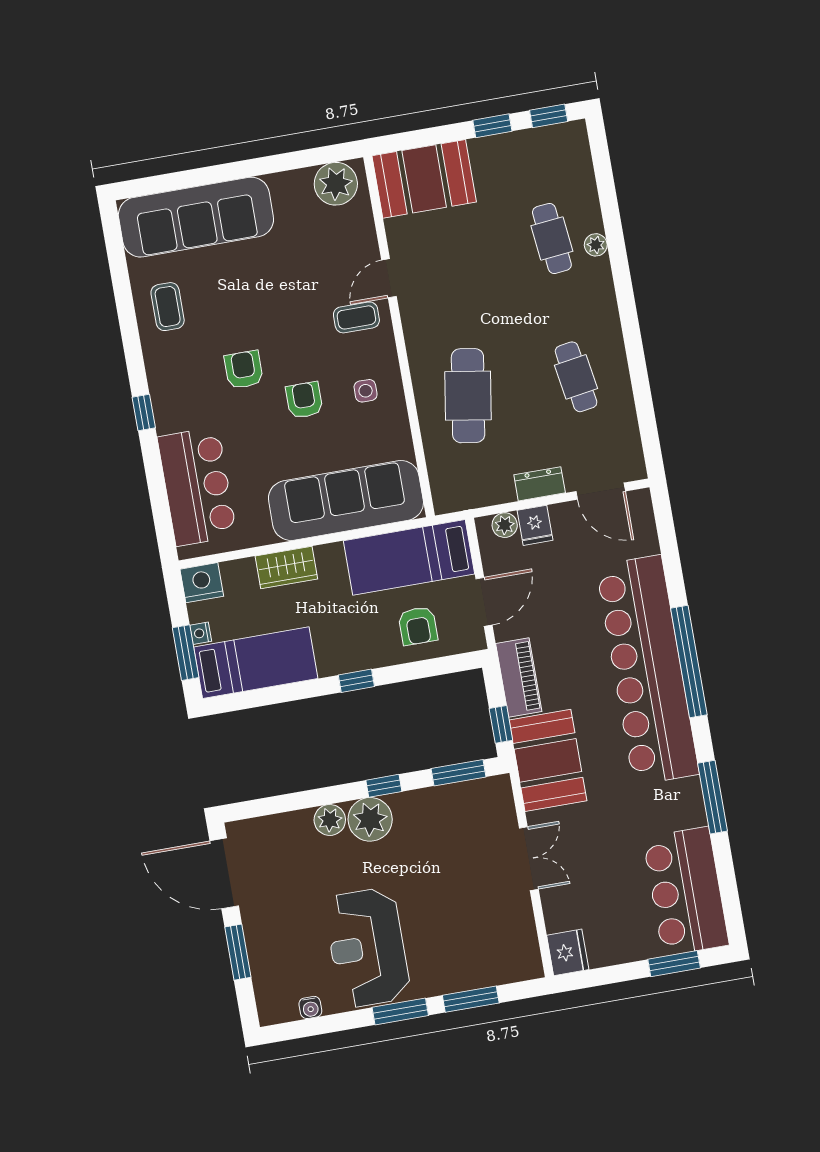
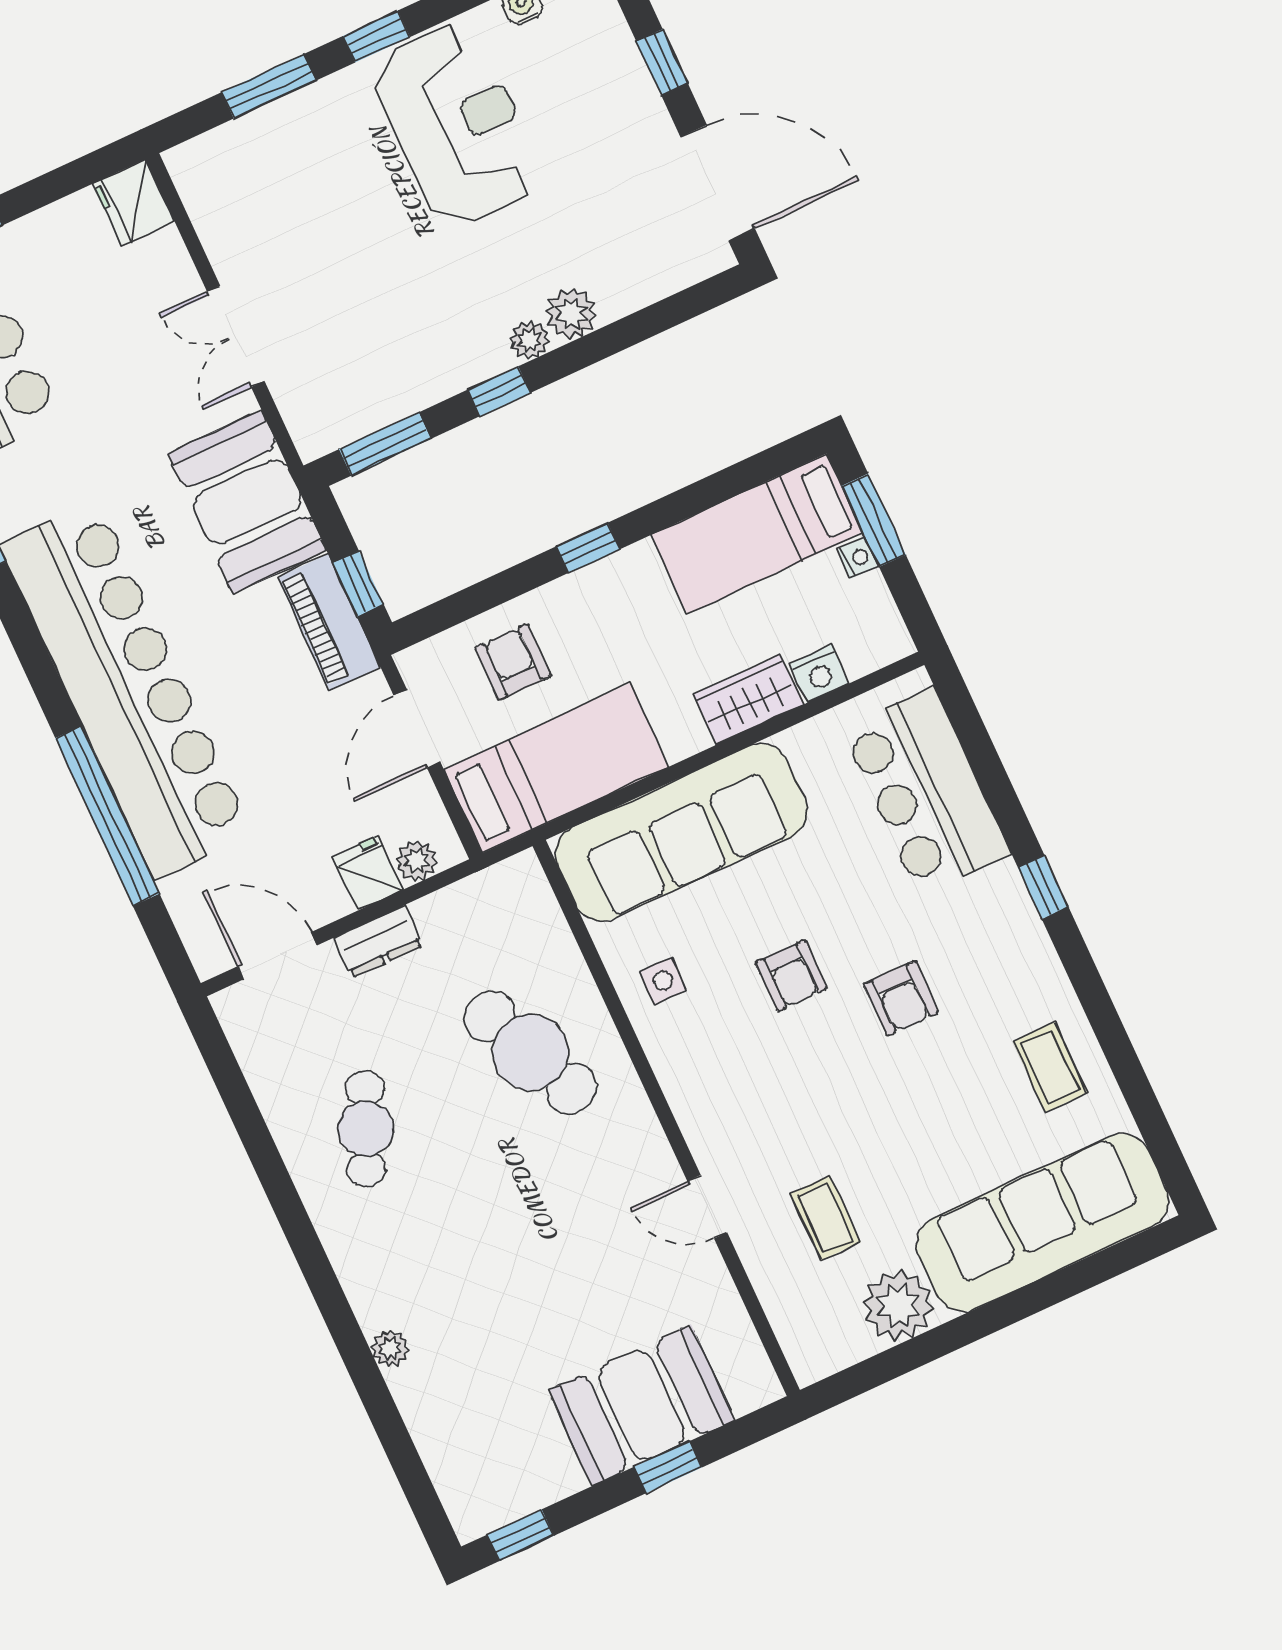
window: (492, 126) -> (668, 1467), moved
booth: (424, 179) -> (642, 1405), moved
plant: (336, 184) -> (898, 1305), moved
cafe table: (552, 238) -> (463, 1340), removed
door: (389, 278) -> (707, 1207), swing flipped
coffee table: (356, 317) -> (825, 1218), moved, turned 90
cafe table: (576, 377) -> (365, 1129), turned 33
side table: (366, 391) -> (663, 981), moved
cafe table: (468, 396) -> (531, 1052), turned -33
nightstand: (202, 583) -> (819, 674), moved, width x0.74, depth x0.75
window: (689, 661) -> (107, 816), moved
window: (501, 724) -> (358, 584), moved
plant: (370, 819) -> (529, 340), width x0.53, depth x0.53
window: (238, 952) -> (662, 62), width x0.67
window: (400, 1011) -> (377, 37), width x0.67

